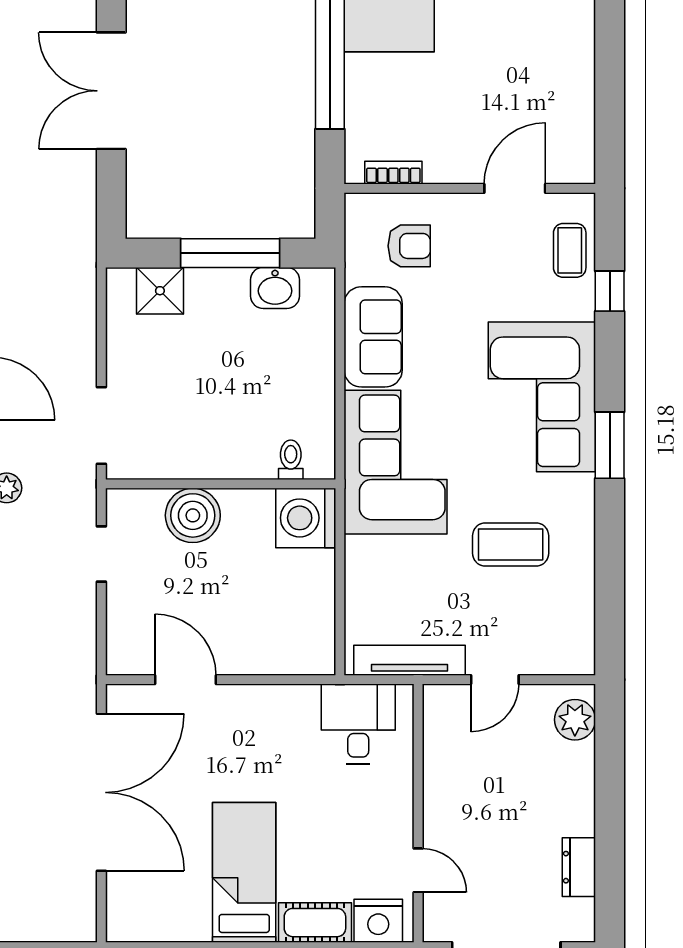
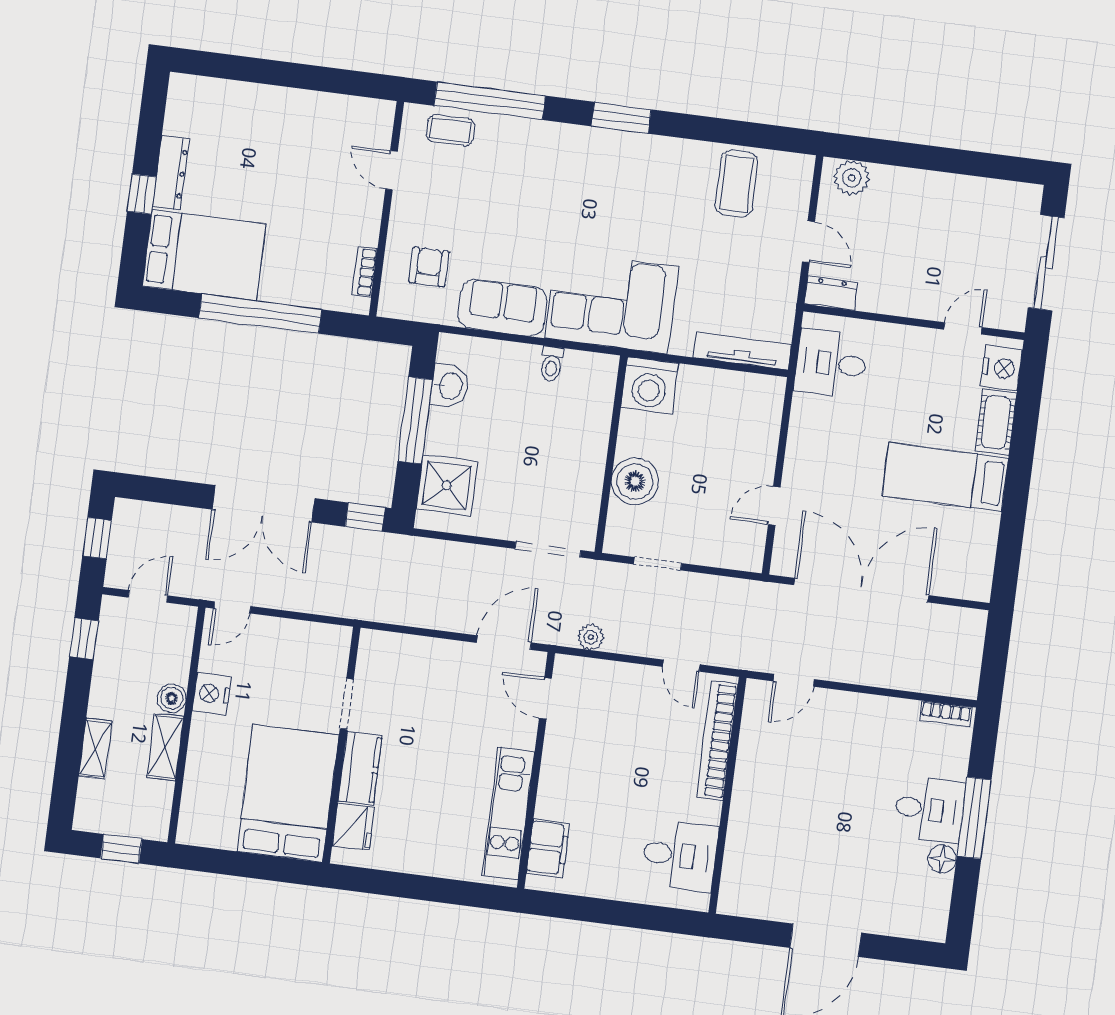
door: (515, 188) -> (391, 170), width x0.73
window: (111, 210) -> (365, 517), added
shower: (160, 291) -> (447, 485), width x1.36, depth x1.36
window: (610, 291) -> (490, 101), width x3.17
corner sofa: (542, 397) -> (572, 170), removed
toilet: (291, 460) -> (552, 364), moved, turned -90
coffee table: (511, 545) -> (737, 184), moved
tv unit: (409, 660) -> (742, 351), moved, turned 90
door: (185, 680) -> (774, 506), width x0.73
dresser: (579, 867) -> (831, 293), moved, turned 180

